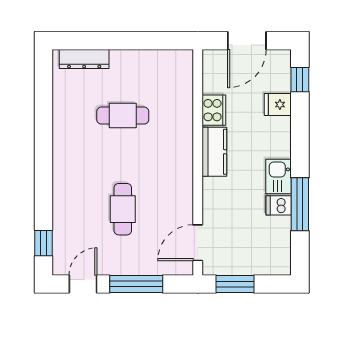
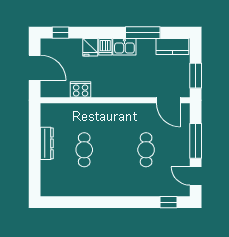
dresser: (84, 59) -> (47, 143), moved
fridge: (278, 105) -> (90, 47), moved
kitchen counter: (214, 152) -> (172, 47), moved, turned 180
dishwasher: (279, 205) -> (105, 47), moved
cafe table: (123, 209) -> (146, 150), turned 90

